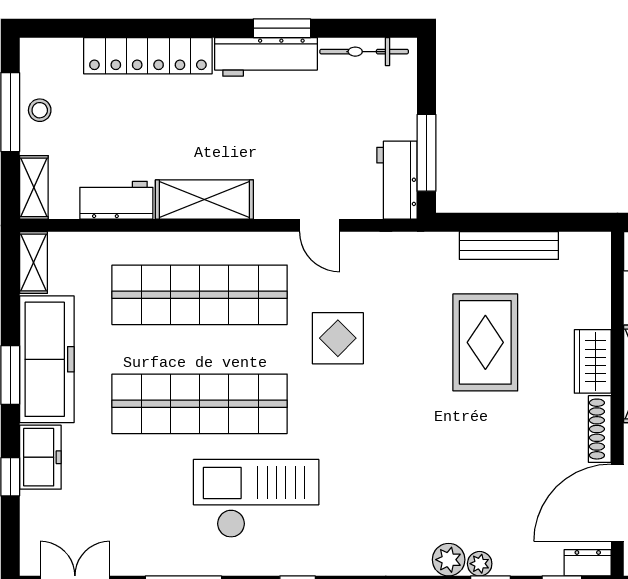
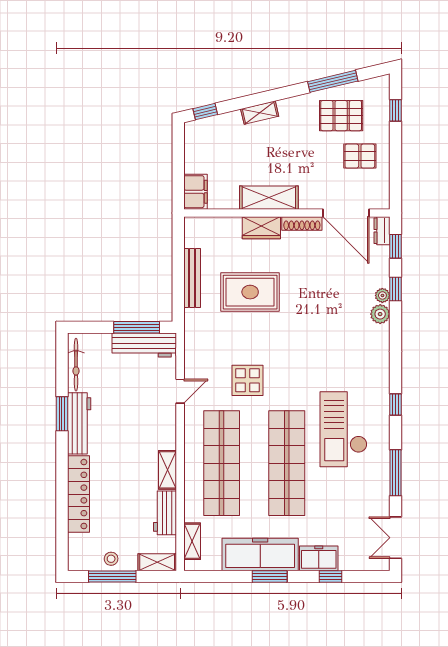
workbench: (397, 180) -> (144, 345), width x1.38
shelving: (204, 200) -> (167, 470), width x0.67, depth x0.75
shelving: (33, 262) -> (192, 541), moved, turned 90

